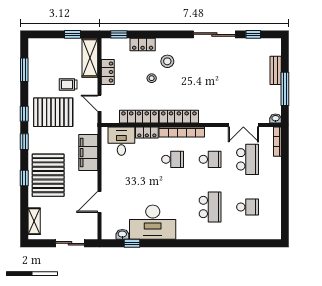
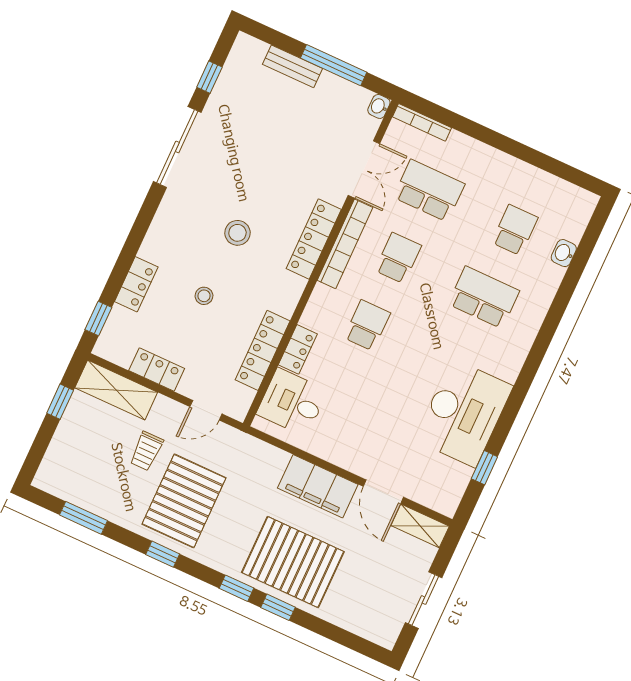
stool: (167, 61) -> (237, 233), moved
locker: (179, 117) -> (314, 239), moved
bookcase: (182, 132) -> (345, 244), moved
window: (24, 142) -> (236, 588), moved
filing cabinet: (88, 153) -> (318, 486), moved
shelving: (34, 221) -> (420, 526), moved
washbasin: (122, 234) -> (564, 253), moved
sliding door: (70, 243) -> (424, 600), moved

